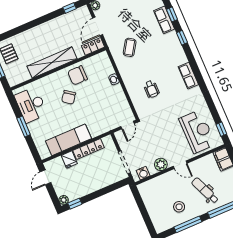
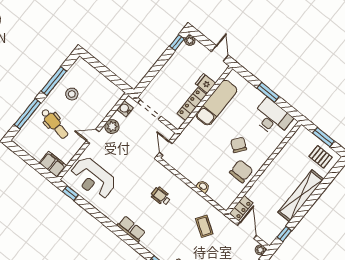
shelving: (52, 62) -> (301, 196), moved
dental chair: (205, 191) -> (55, 124), turned 34

